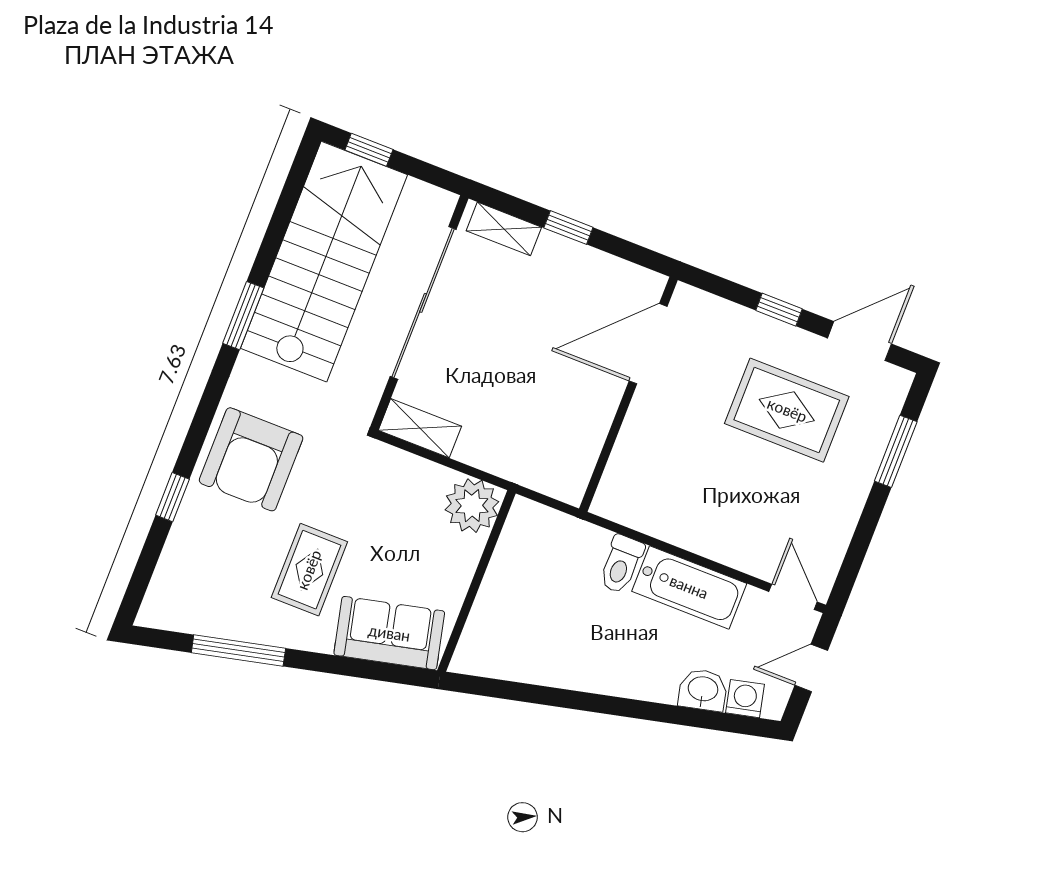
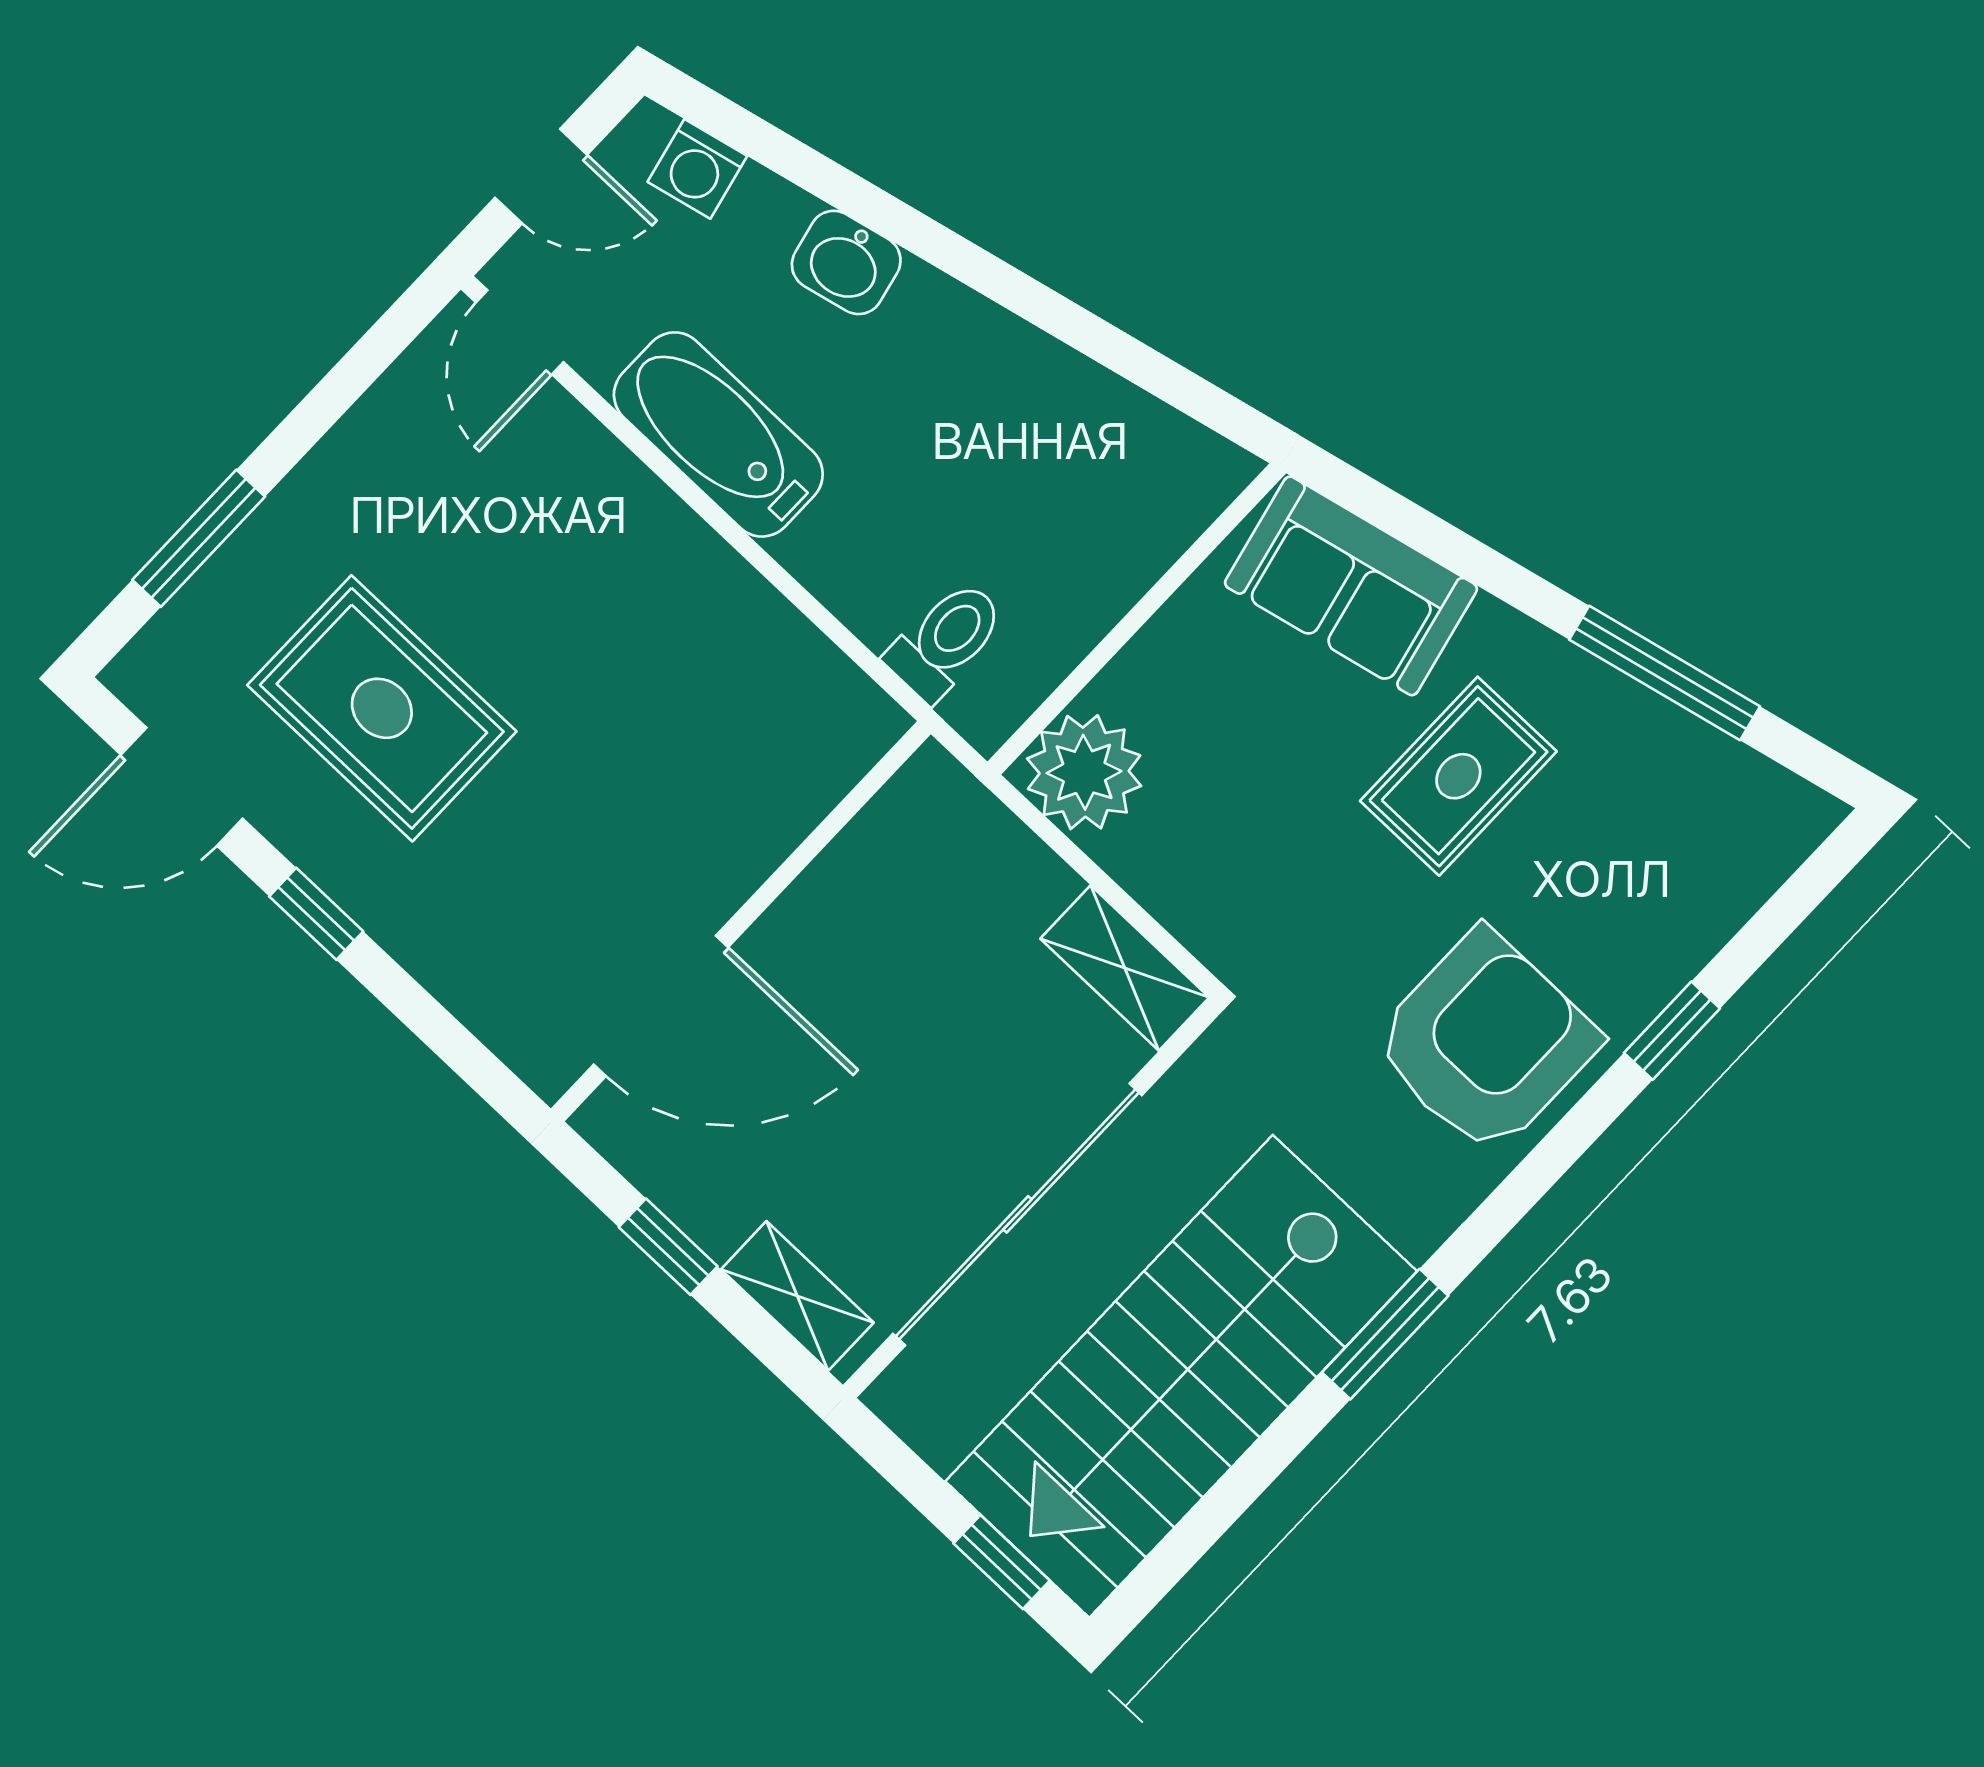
door: (648, 344) -> (661, 1006), moved
wall: (628, 394) -> (741, 921), moved
toilet: (621, 564) -> (946, 640), moved
washbasin: (703, 690) -> (846, 262), moved

